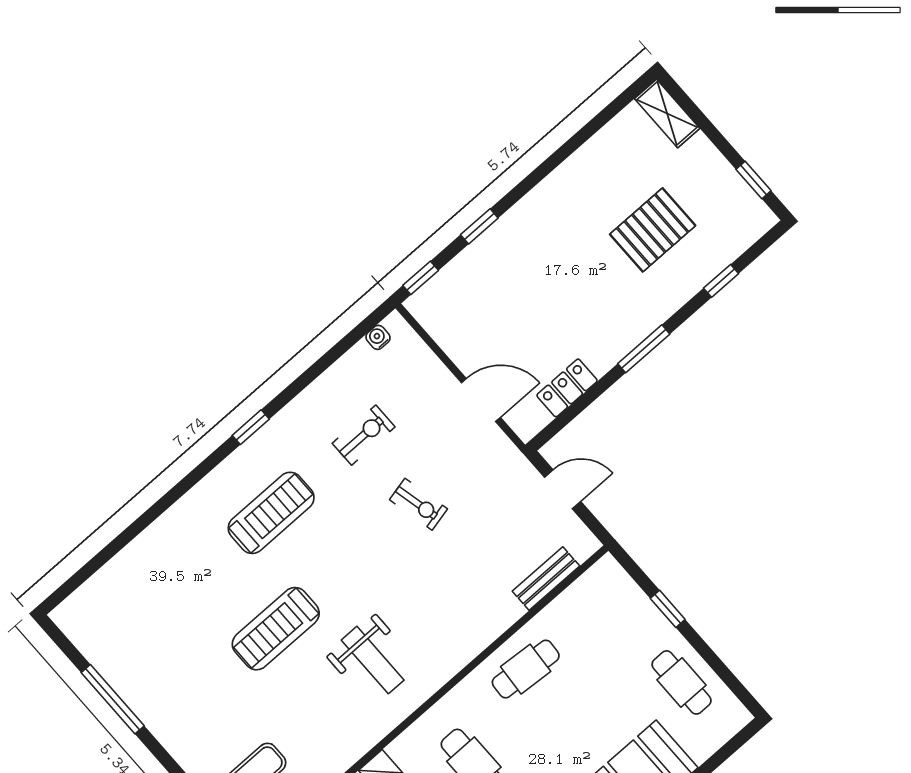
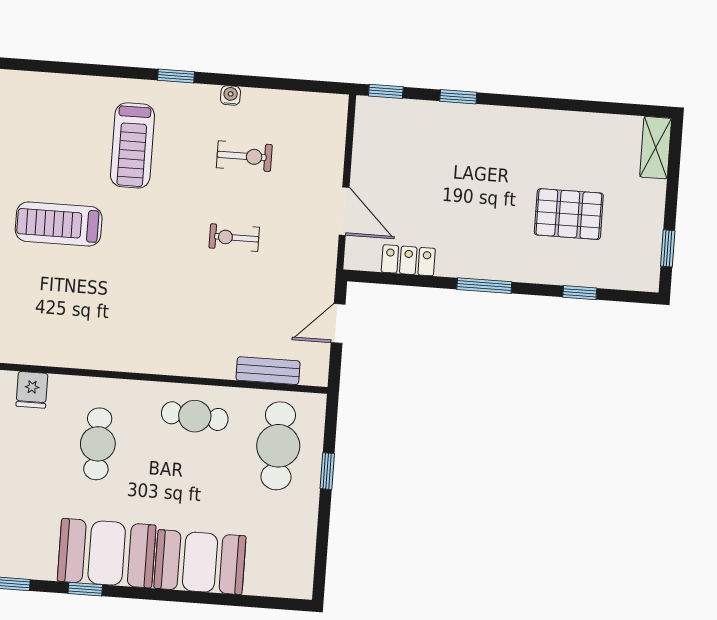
water cooler: (378, 337) -> (230, 95), moved
door: (563, 489) -> (338, 323), swing flipped
exercise bike: (418, 504) -> (234, 238), turned 103
treadmill: (271, 513) -> (132, 145), turned 90
weight bench: (373, 660) -> (101, 309), removed
cafe table: (682, 682) -> (278, 446), moved, width x1.37, depth x1.35

